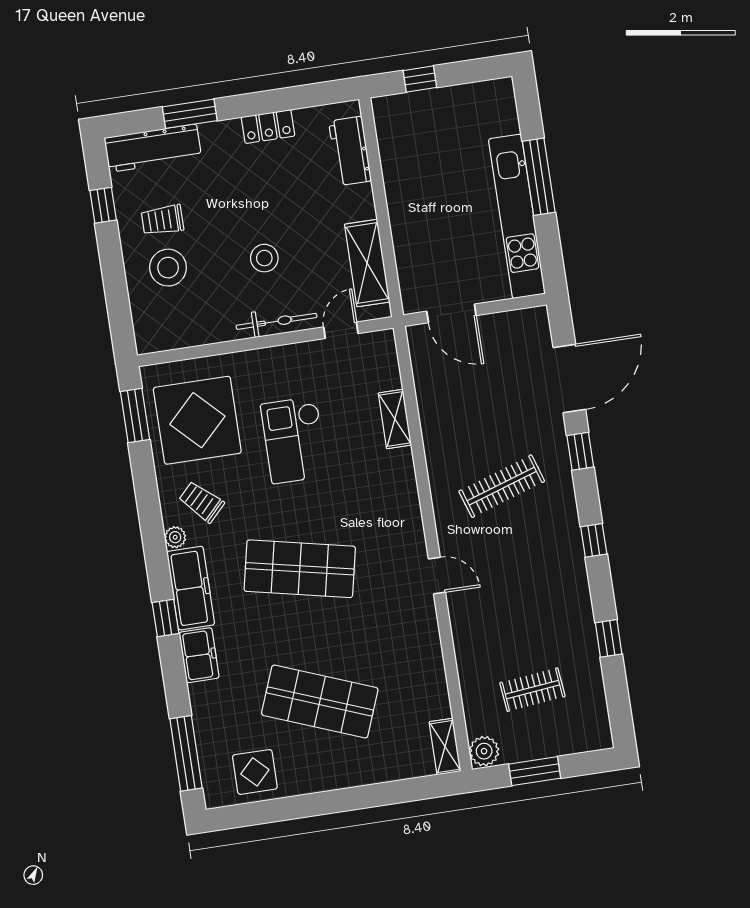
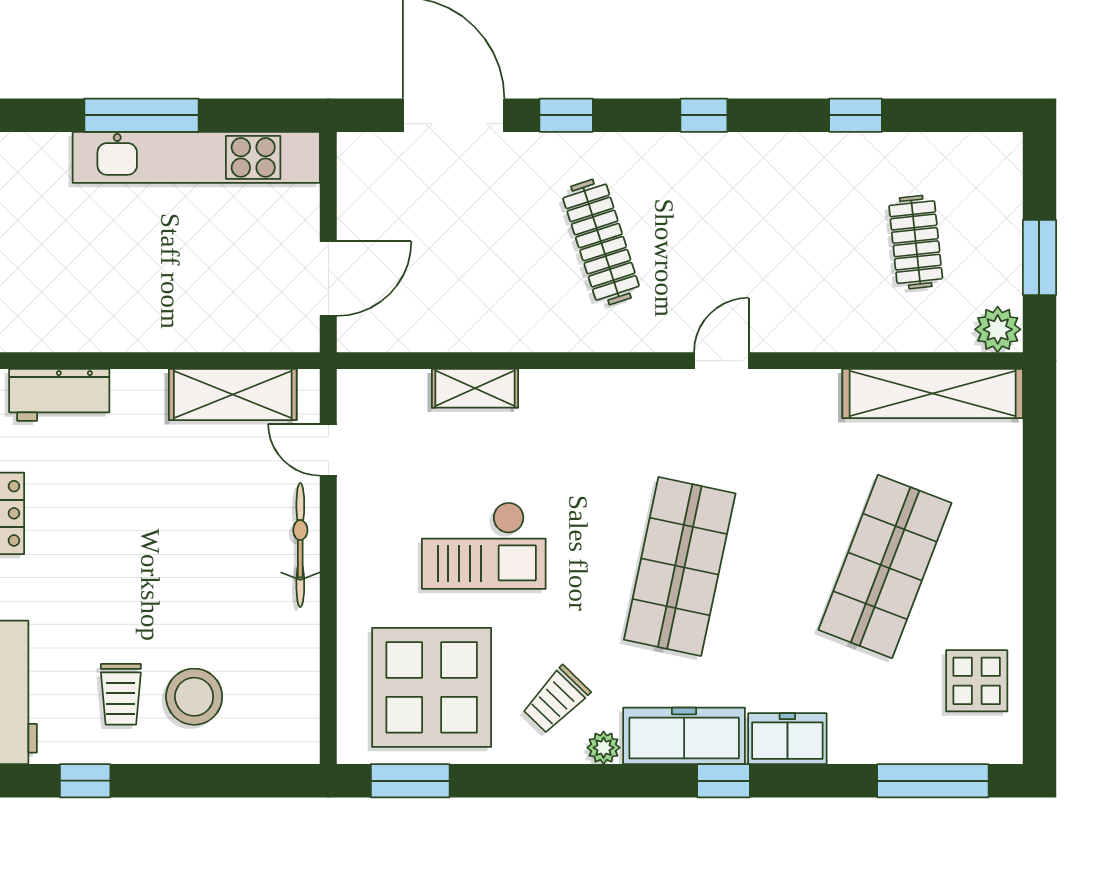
stool: (264, 258) -> (202, 549), removed
shelving: (445, 747) -> (933, 394), width x2.20, depth x1.33

